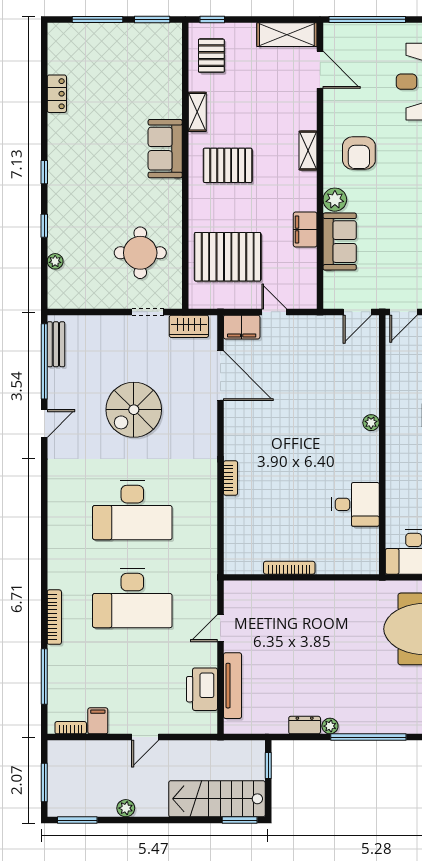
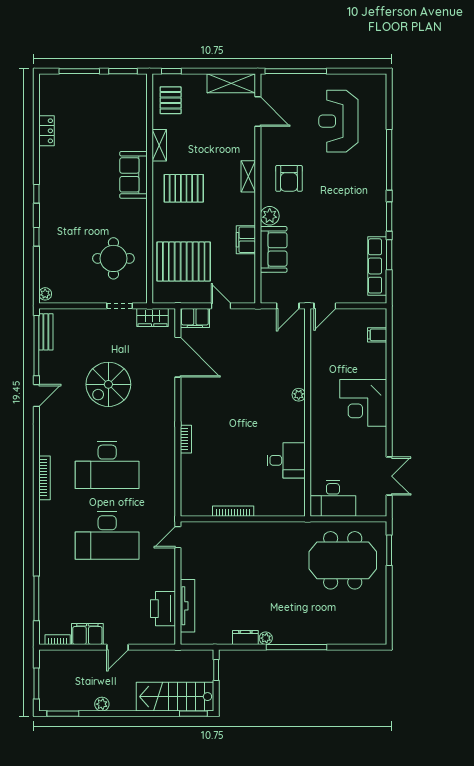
plant: (55, 261) -> (45, 294), moved
bookcase: (54, 617) -> (45, 478), moved
door: (220, 628) -> (178, 537), moved
filing cabinet: (98, 721) -> (87, 634), width x2.00

